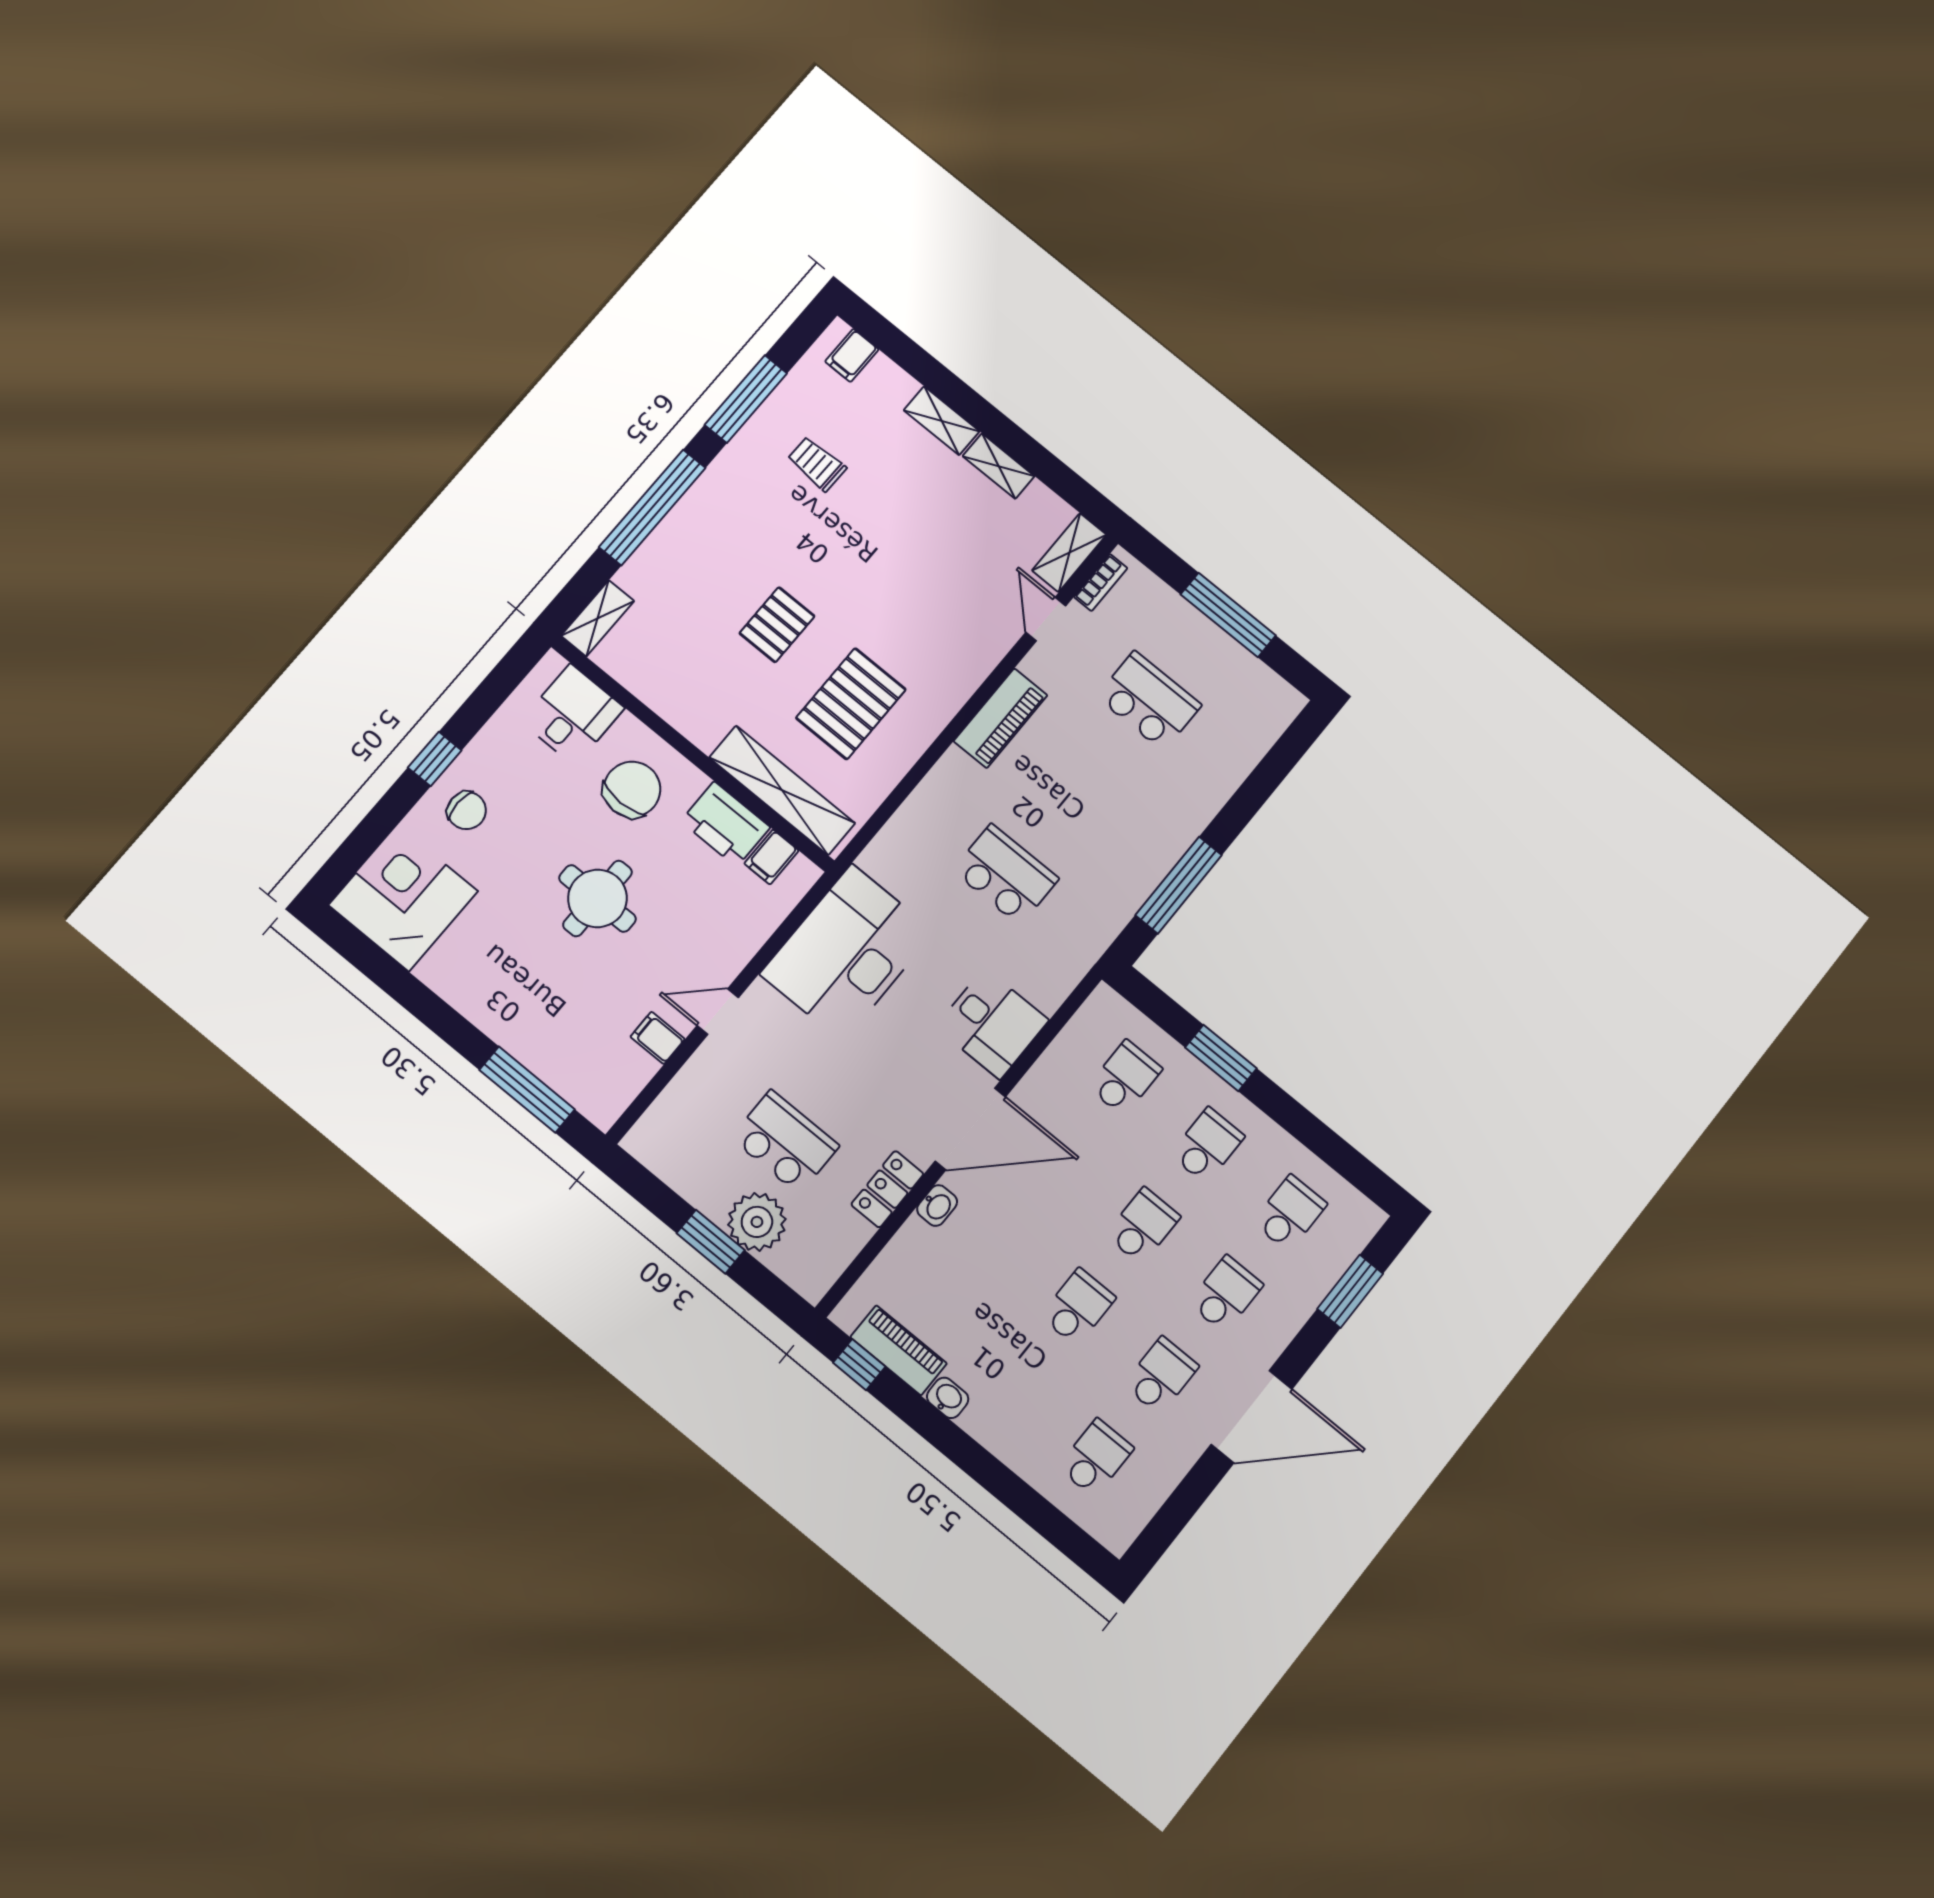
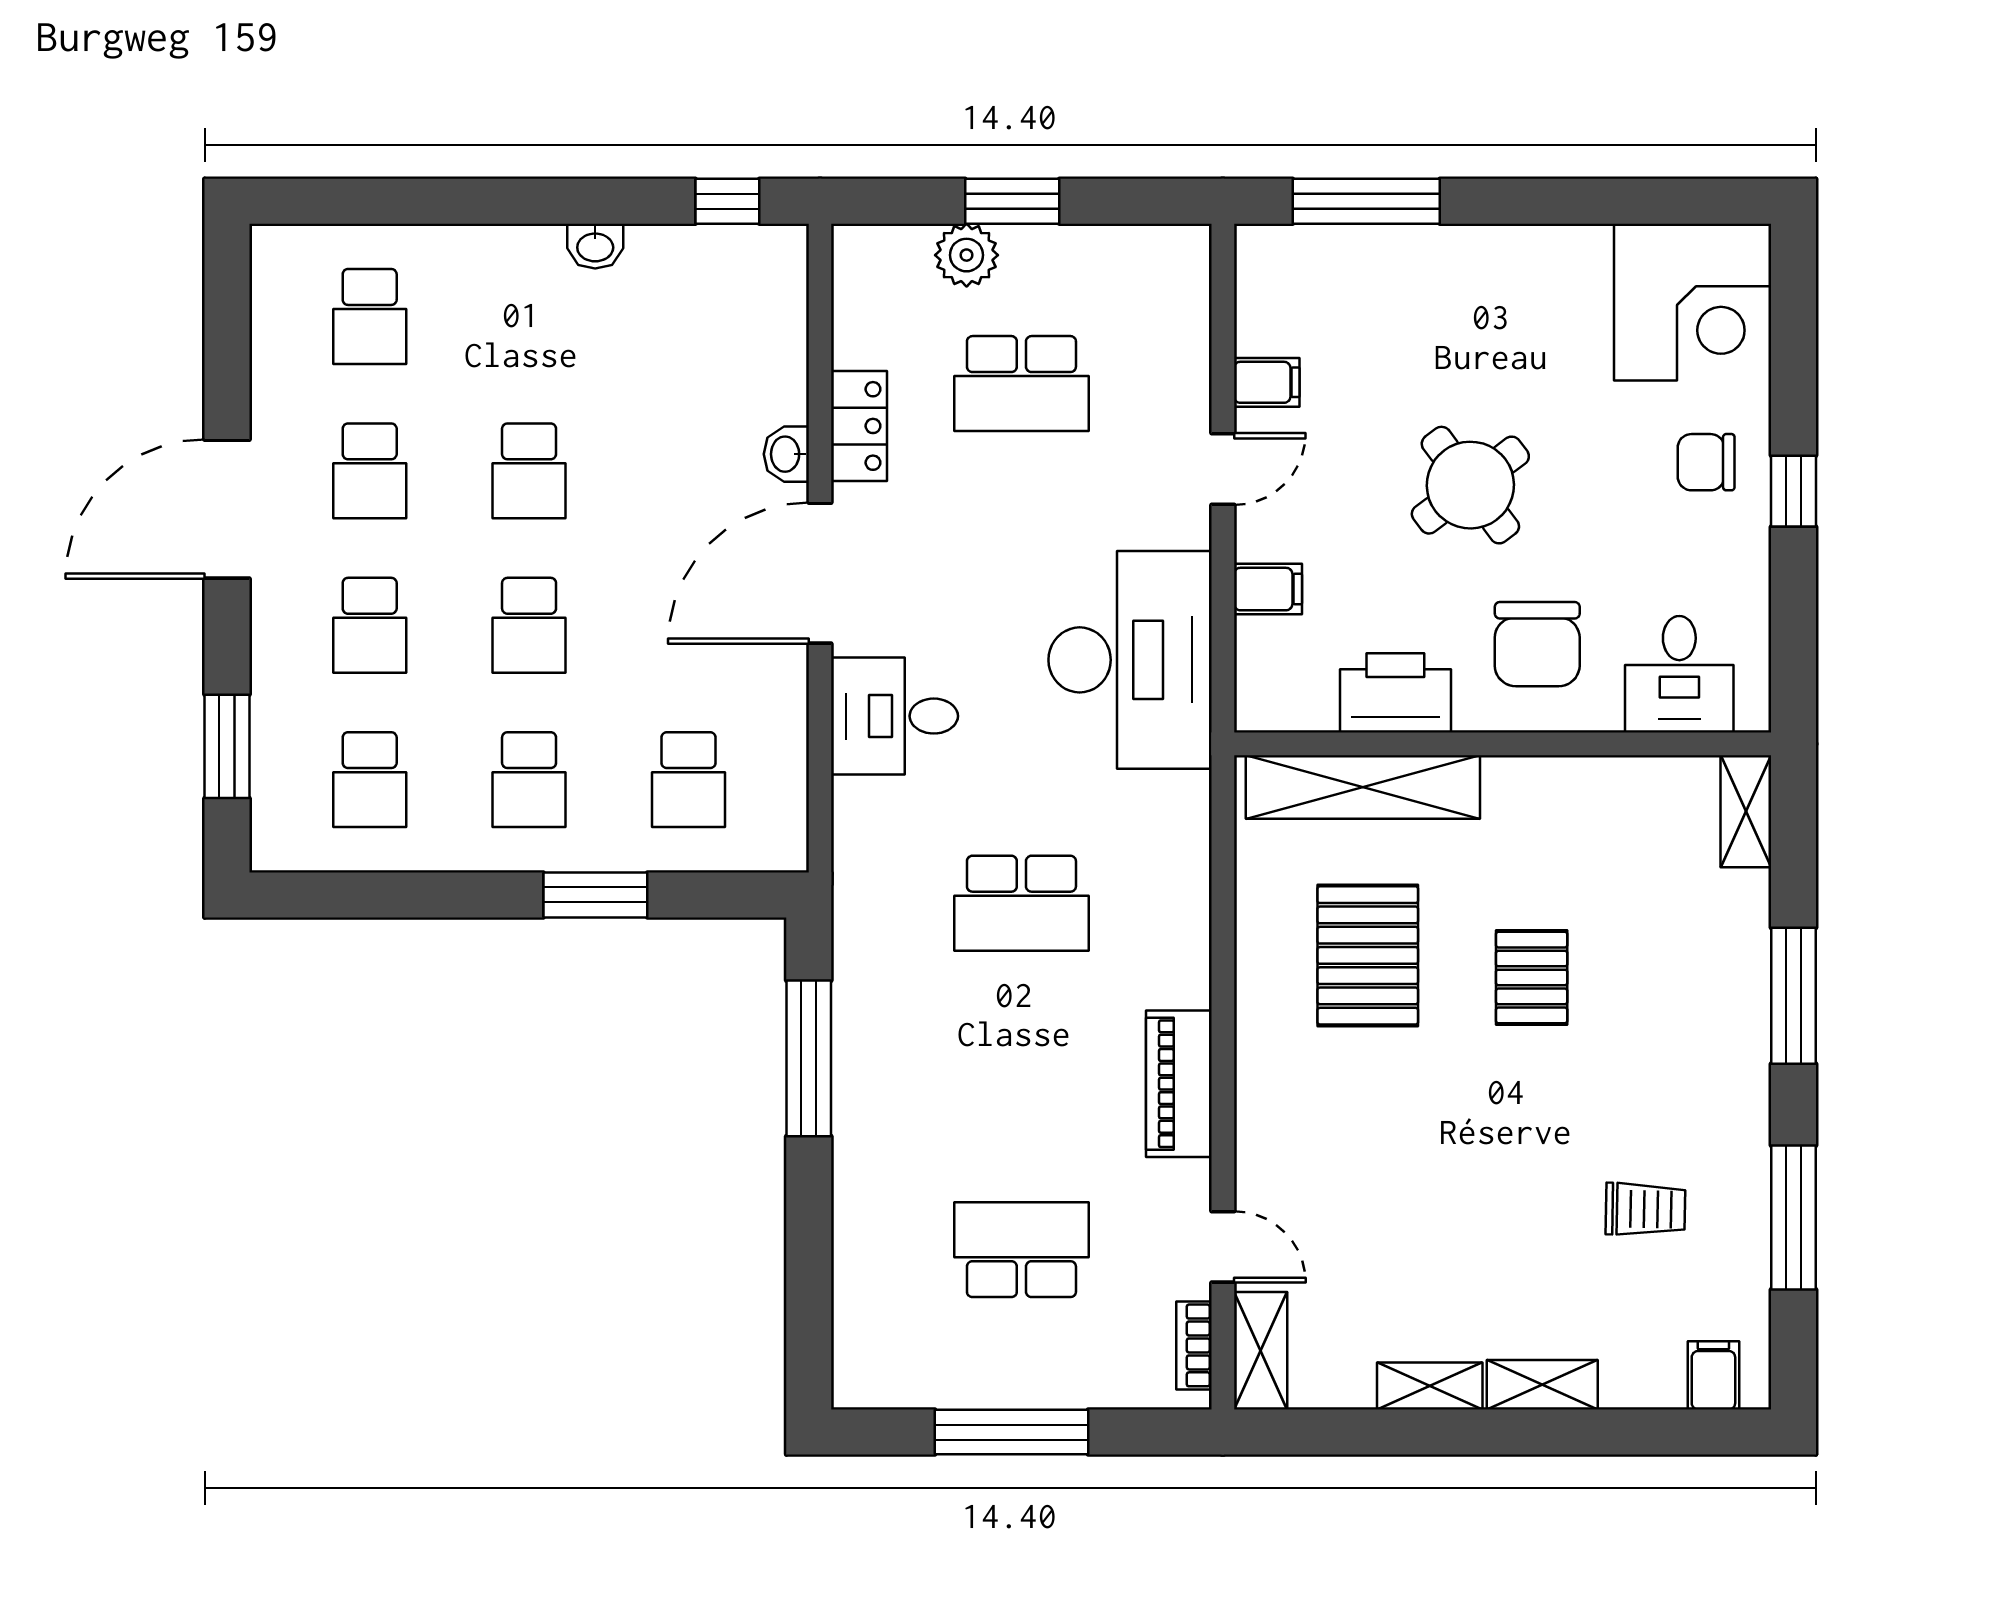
window: (652, 507) -> (1794, 996), width x0.68
school desk: (1149, 701) -> (1021, 1250), turned 180
filing cabinet: (771, 857) -> (1268, 589), moved, turned 90
round table: (597, 898) -> (1470, 485), turned -37
plant: (757, 1222) -> (967, 255), width x0.73, depth x0.73
piano: (899, 1350) -> (695, 254), removed

